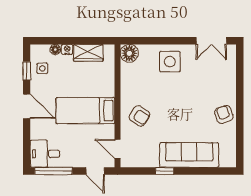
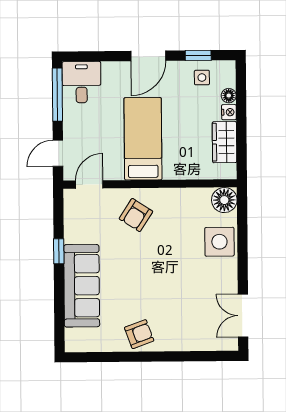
side table: (170, 62) -> (219, 242), moved

